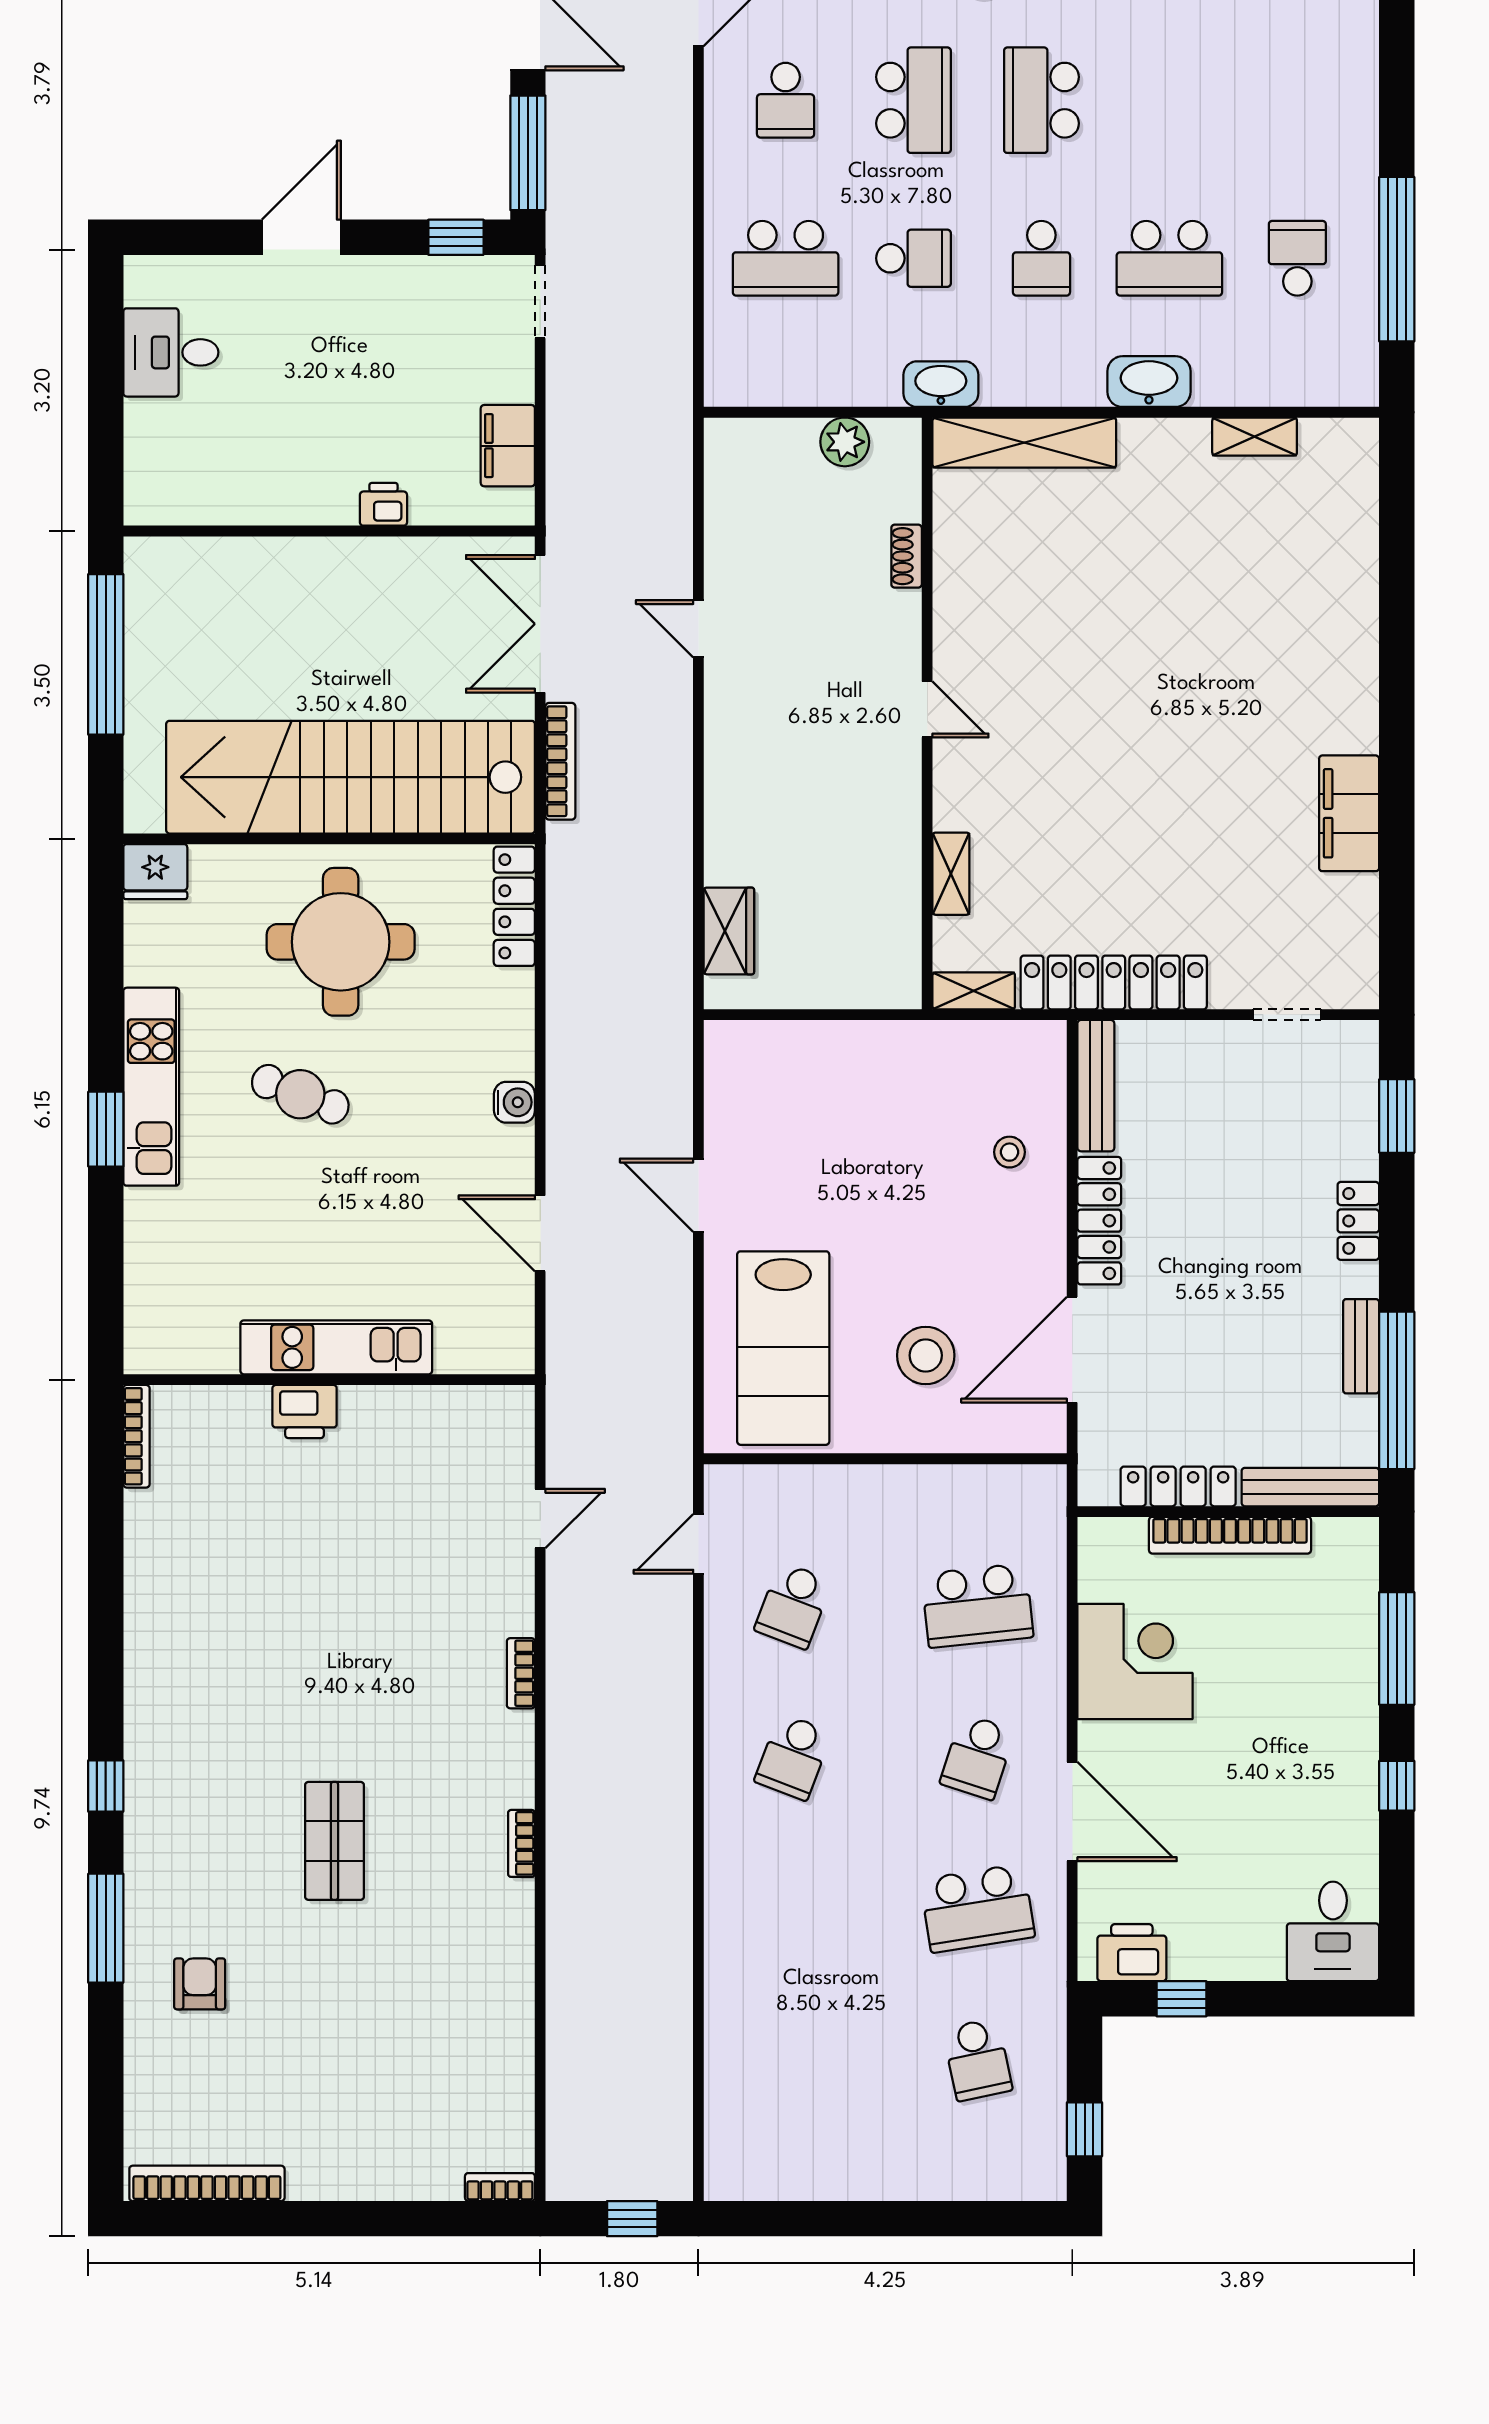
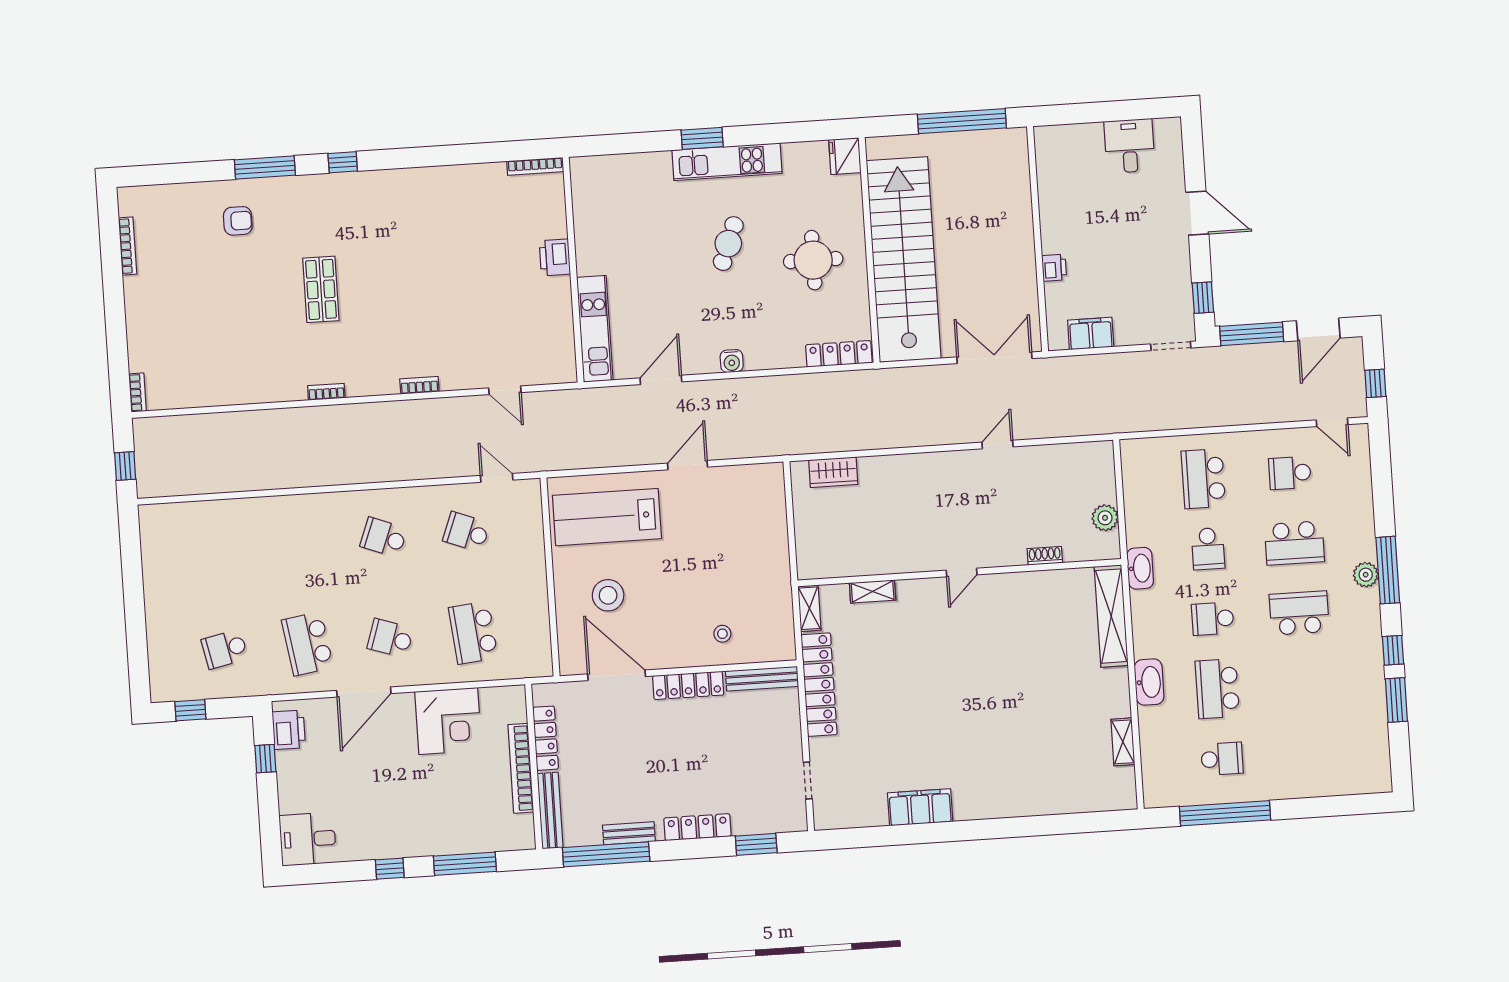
bookcase: (560, 761) -> (920, 374), removed
round table: (341, 942) -> (813, 260), width x0.73, depth x0.73
locker: (1358, 1221) -> (697, 827), width x1.53
kitchen unit: (336, 1347) -> (595, 329), moved
shop shelf: (334, 1841) -> (321, 289), turned 90
bookcase: (207, 2183) -> (128, 246), width x0.68, depth x0.76

